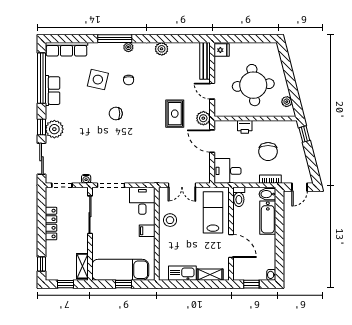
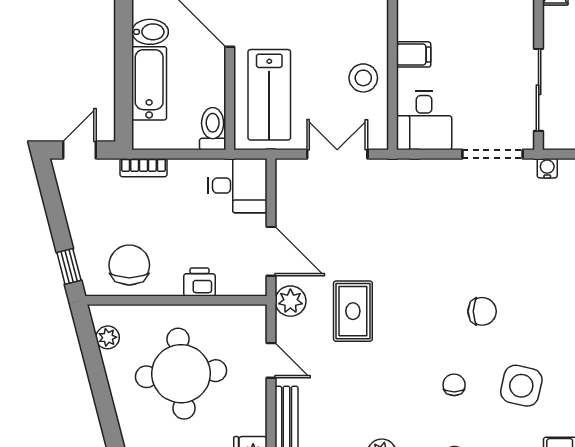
chair: (268, 152) -> (129, 265), moved
bidet: (267, 194) -> (150, 32), moved

